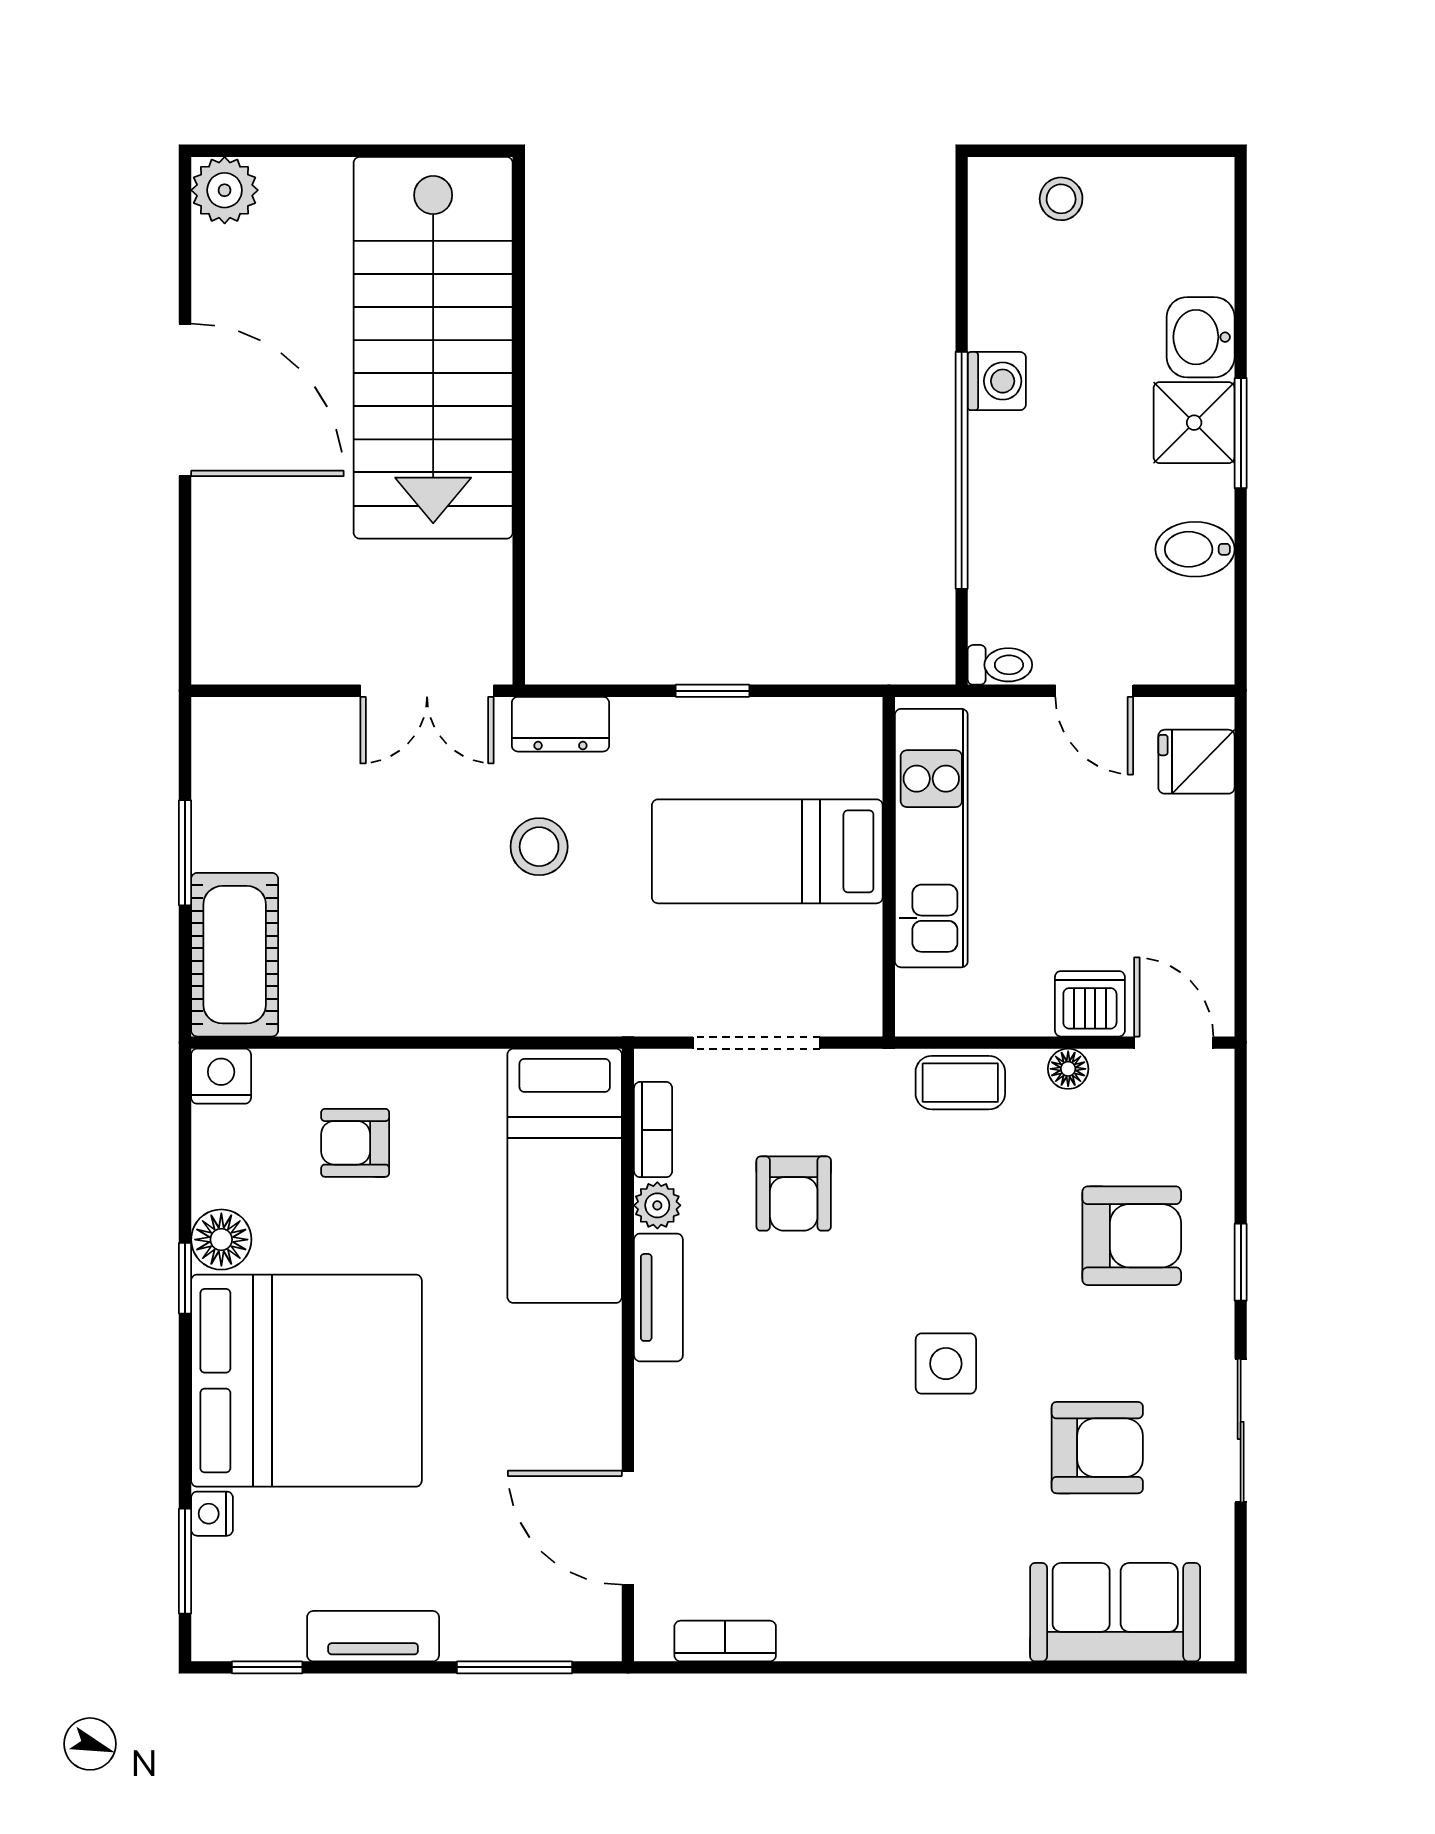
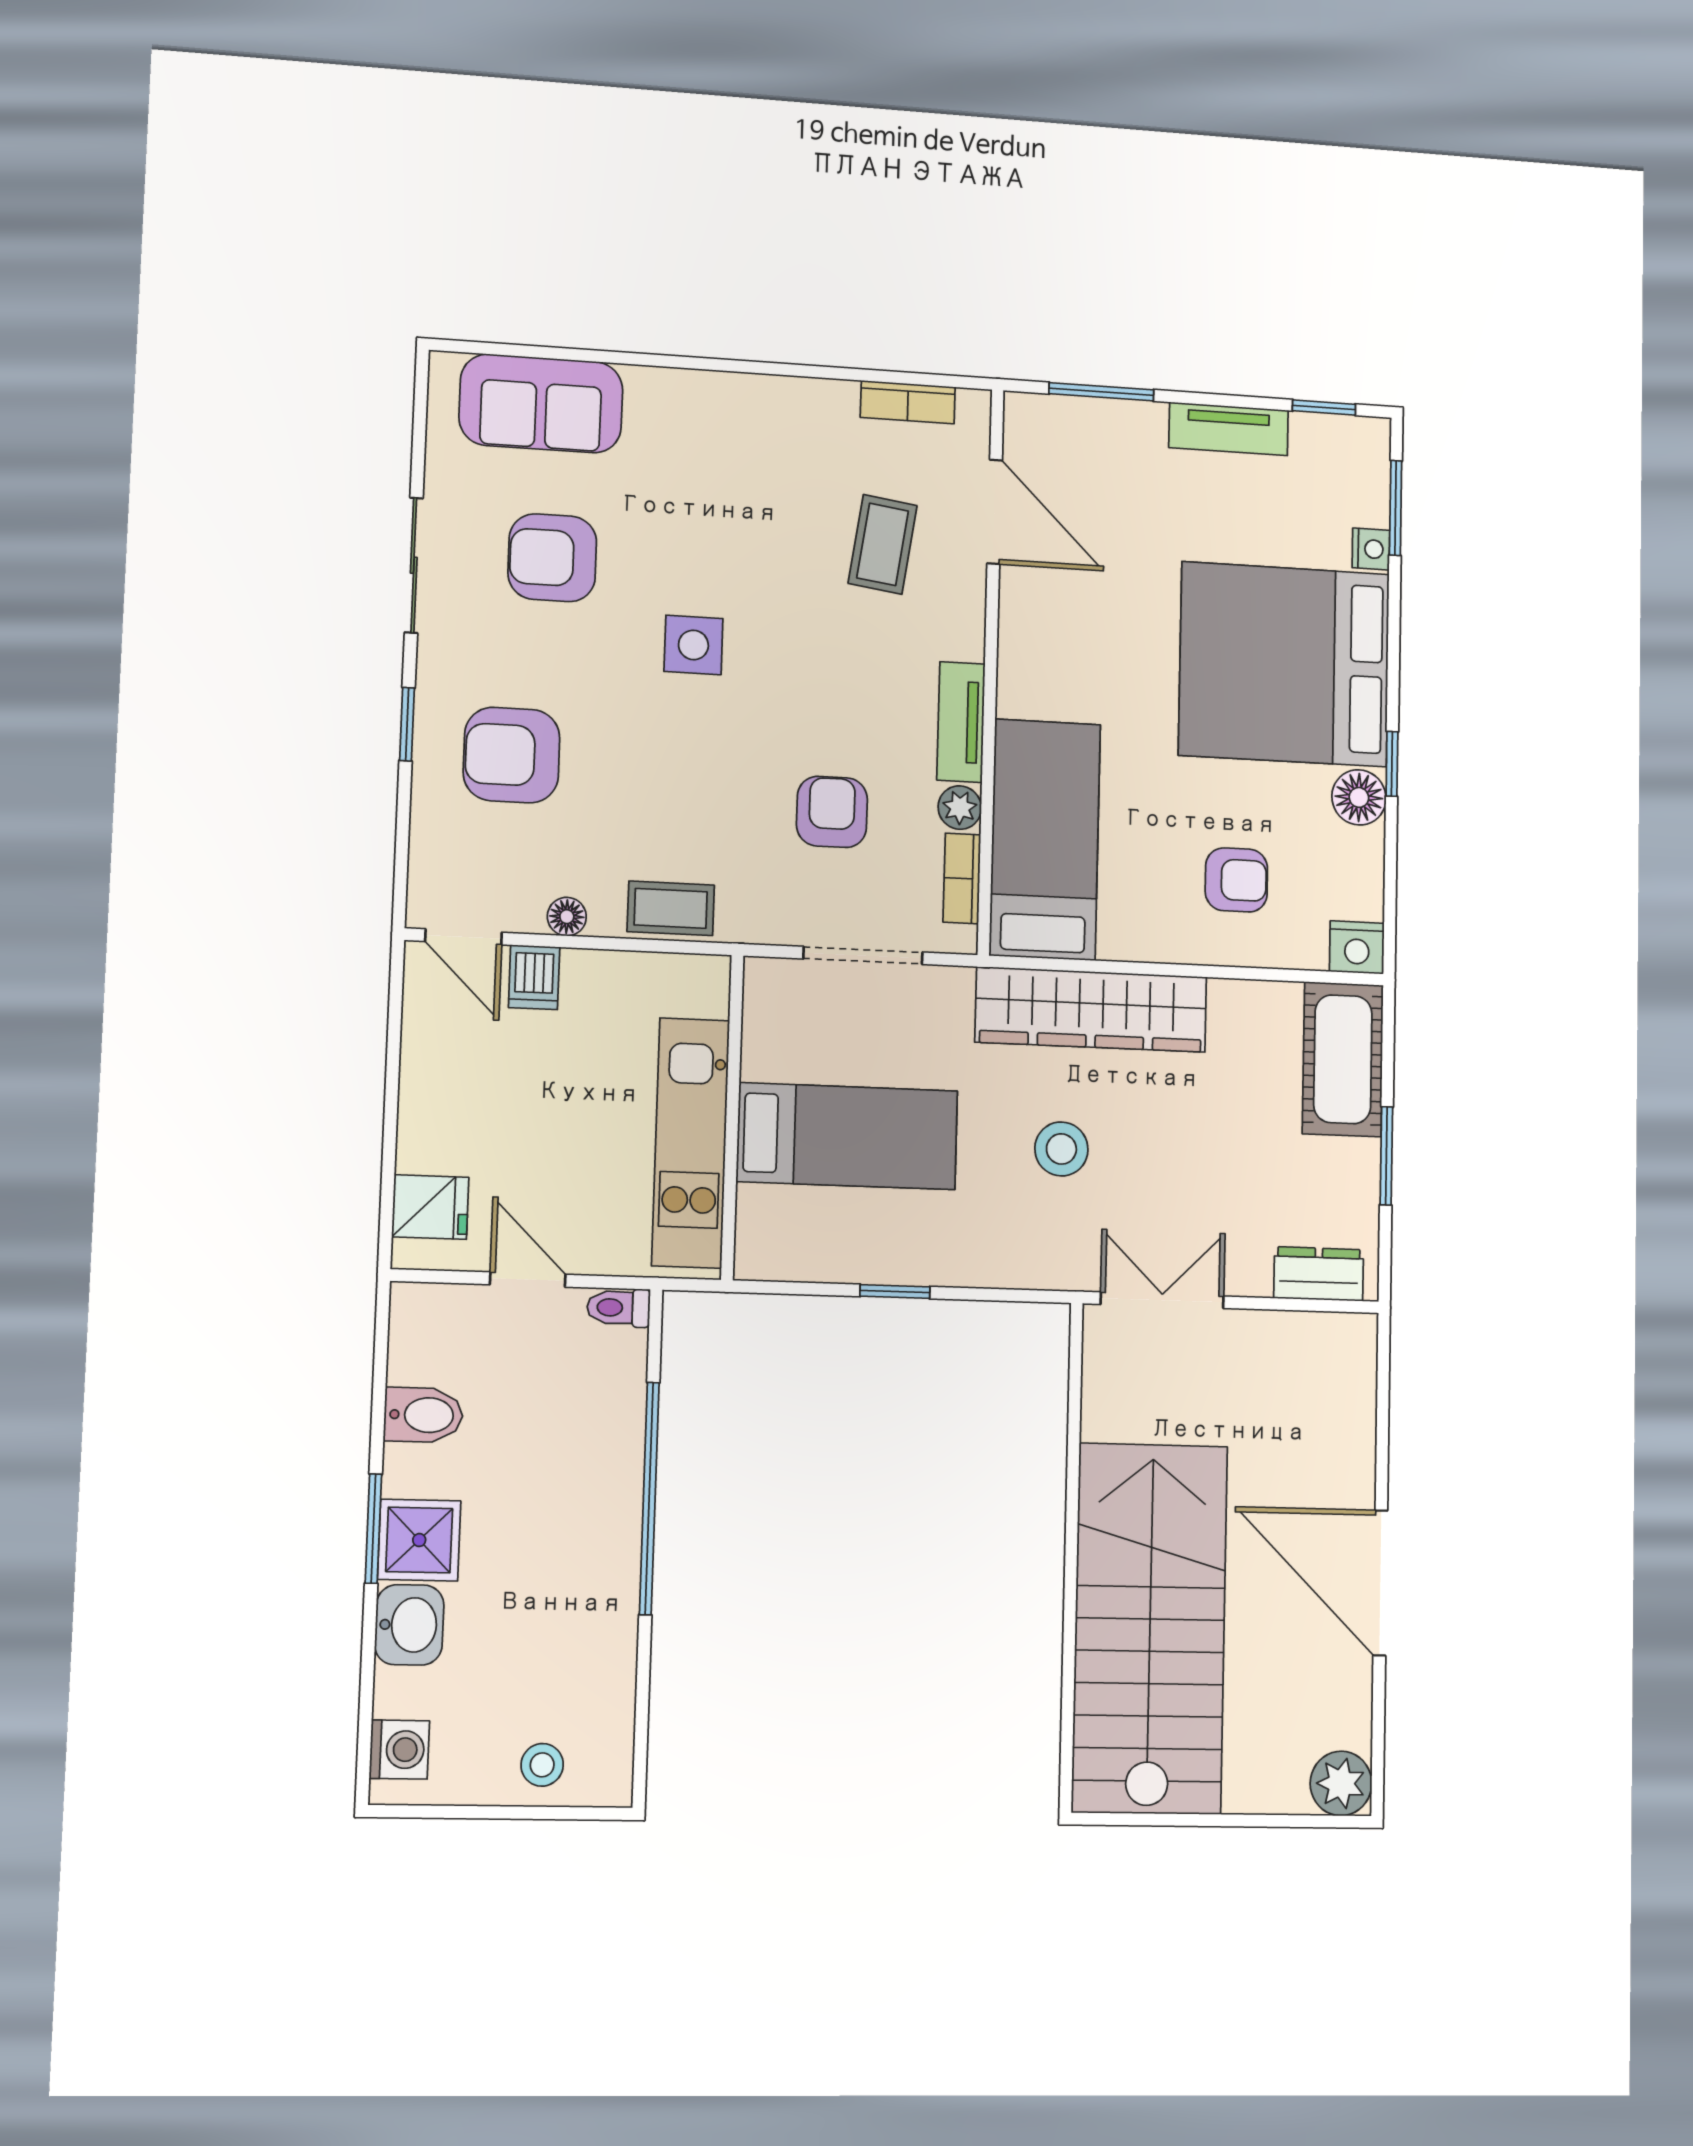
washing machine: (997, 381) -> (399, 1750), moved, turned 180
dresser: (560, 724) -> (1319, 1274), moved
wardrobe: (510, 996) -> (1091, 1009), added
dishwasher: (1090, 1004) -> (534, 977), width x0.73
coffee table: (748, 1484) -> (883, 544), added

